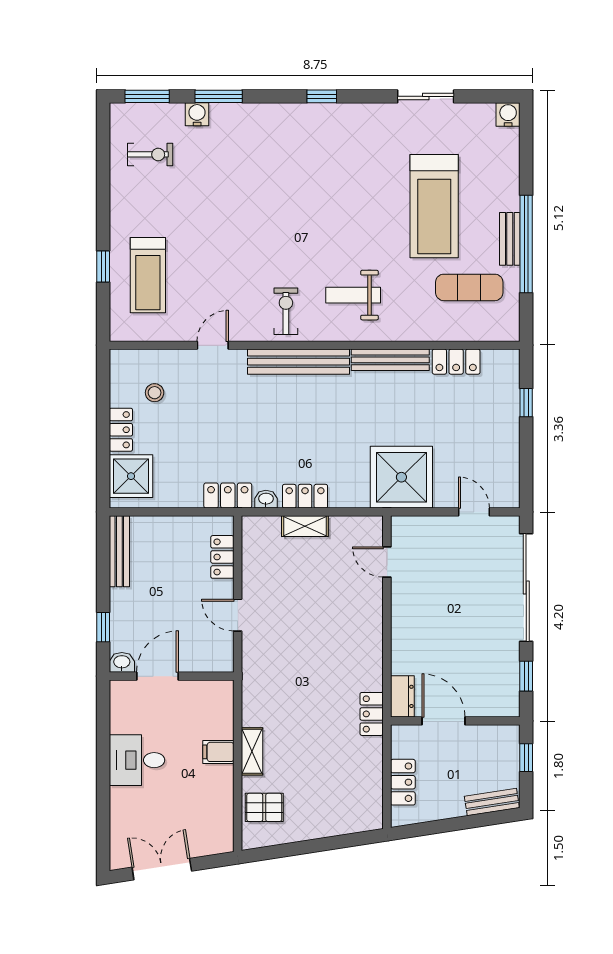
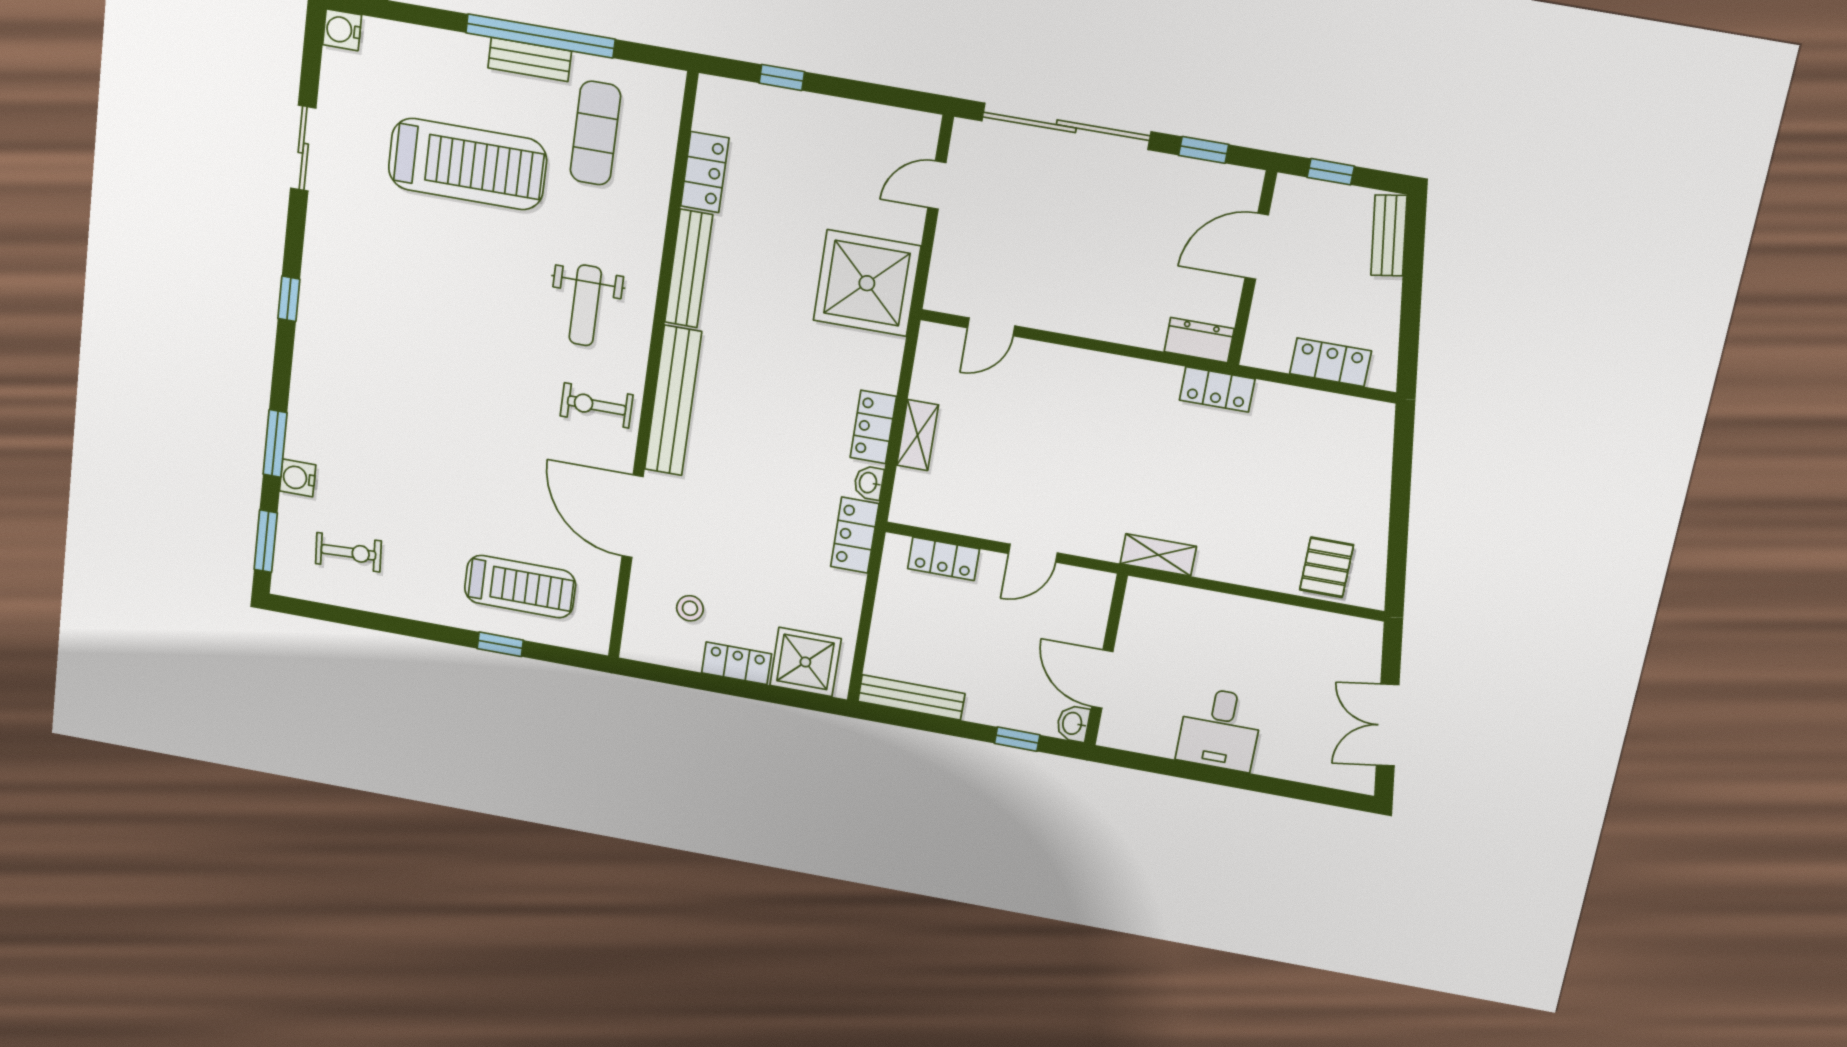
exercise bike: (150, 154) -> (348, 552), turned 87
door: (213, 345) -> (633, 516), width x1.87
door: (443, 721) -> (1257, 246), moved
shelving: (252, 751) -> (1158, 555), moved
filing cabinet: (218, 752) -> (1230, 616), removed

